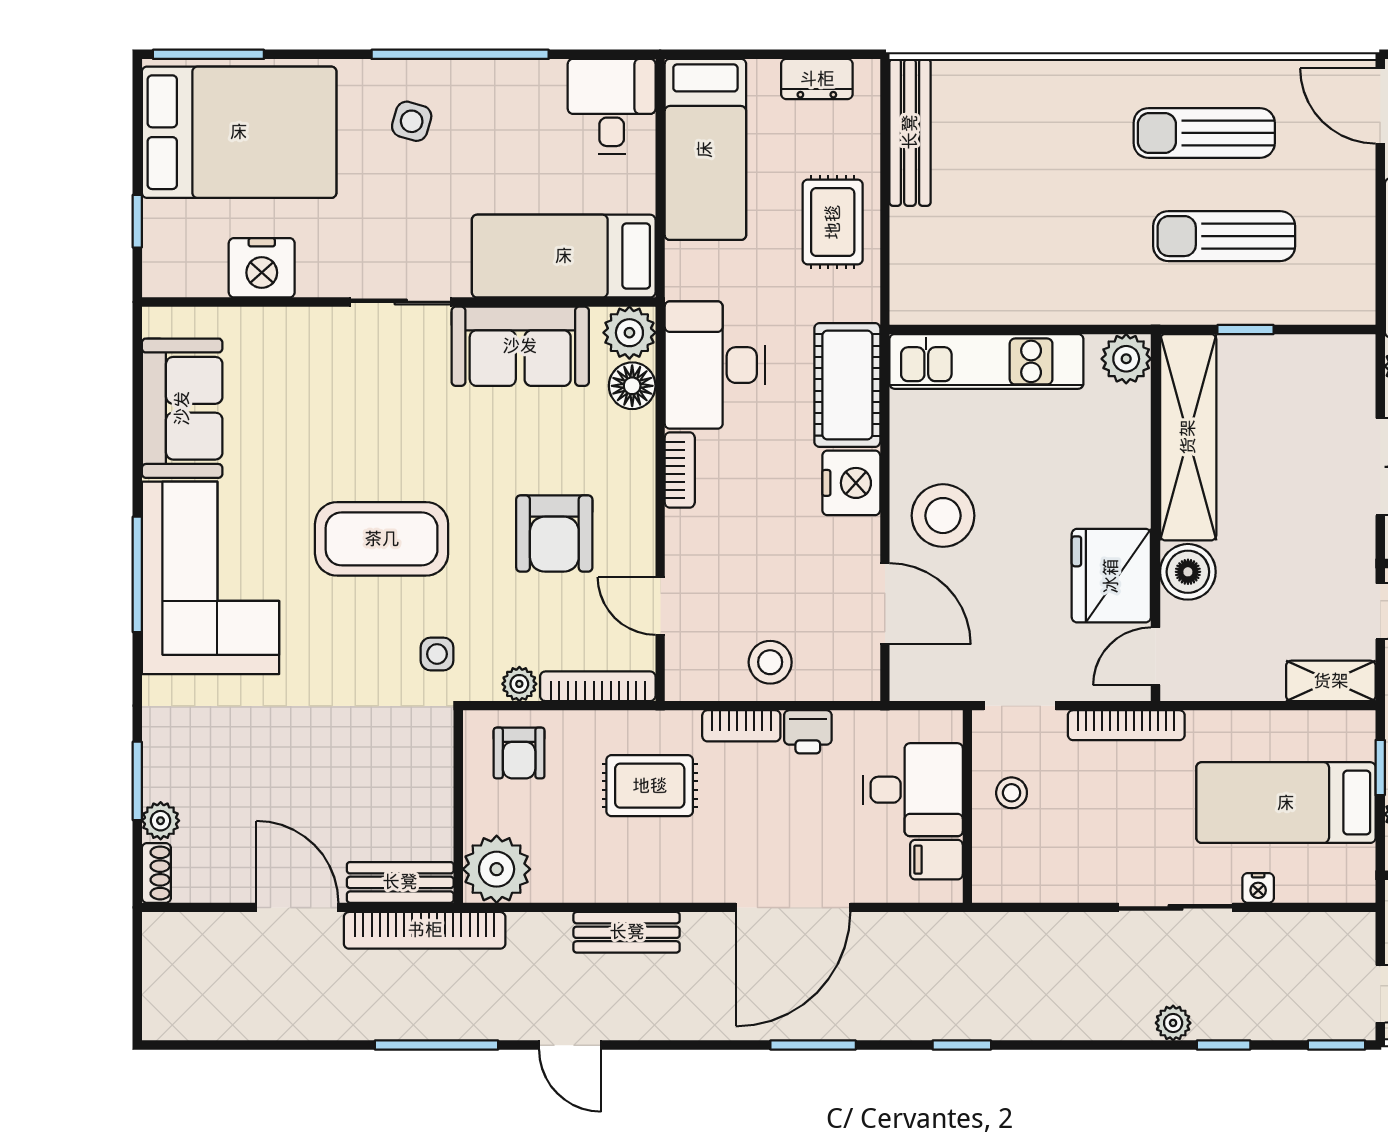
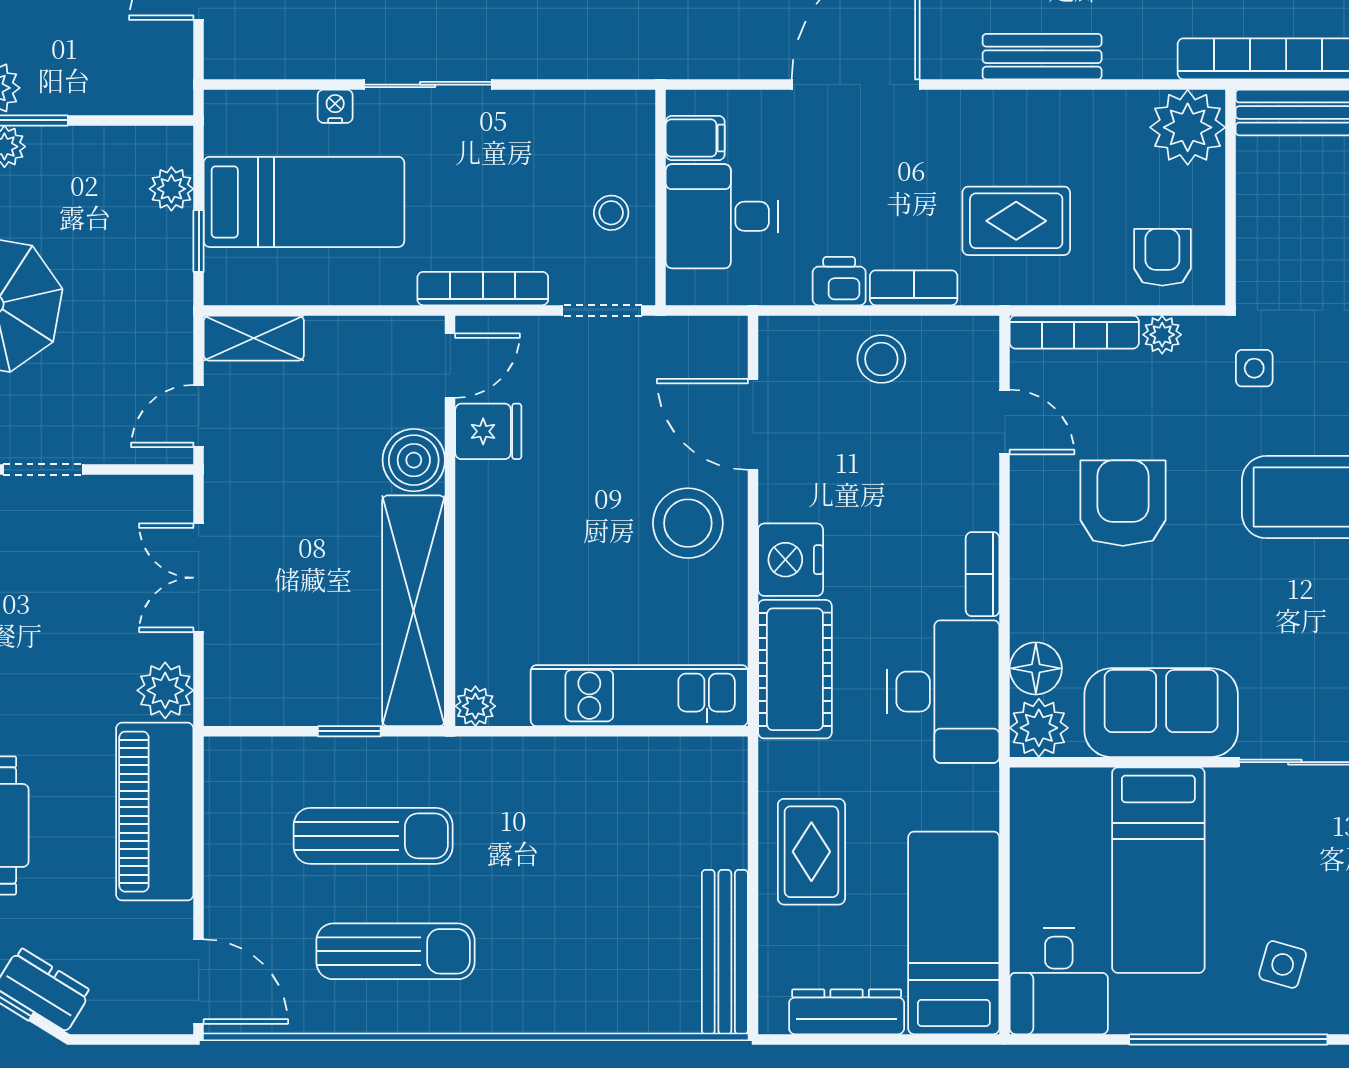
dresser: (817, 79) -> (847, 1012), width x1.44
bed: (564, 256) -> (1158, 870), moved, turned 90
plant: (1126, 359) -> (475, 706), width x0.73, depth x0.73
fridge: (1111, 576) -> (488, 431), width x0.53, depth x0.75

